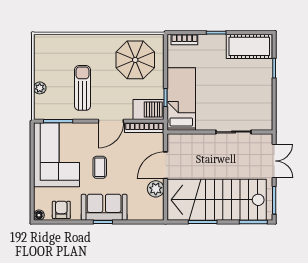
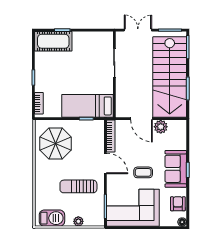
cot: (249, 46) -> (53, 41), moved, turned 90
barbecue: (149, 109) -> (52, 218), moved, turned 90
armchair: (61, 210) -> (178, 204), turned 90

